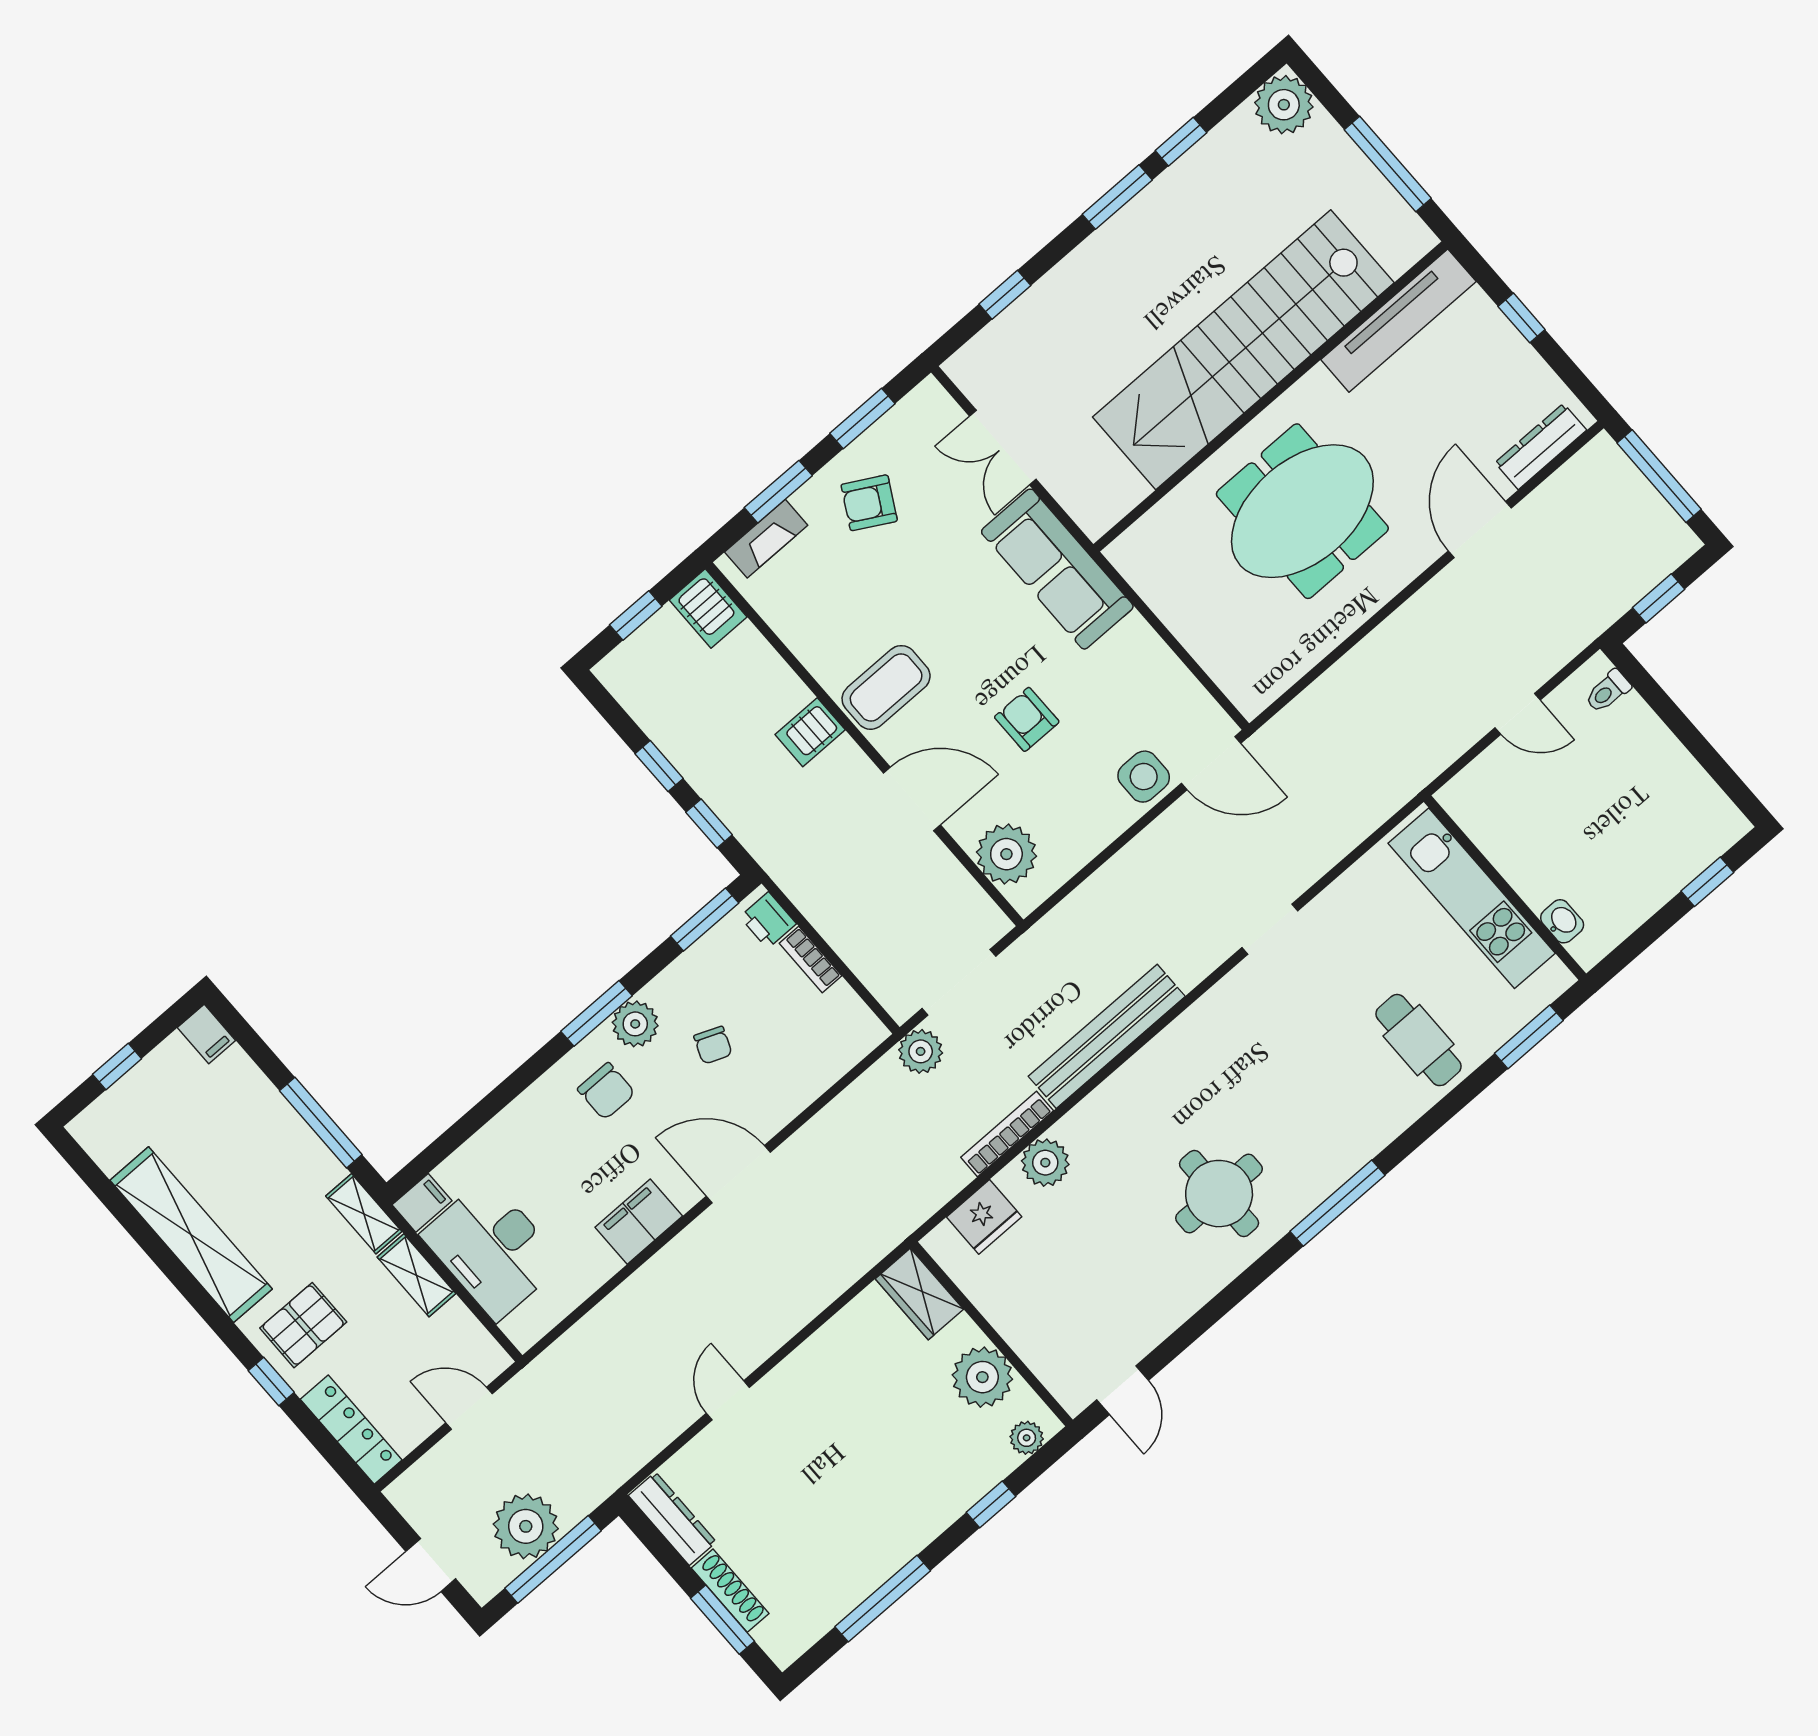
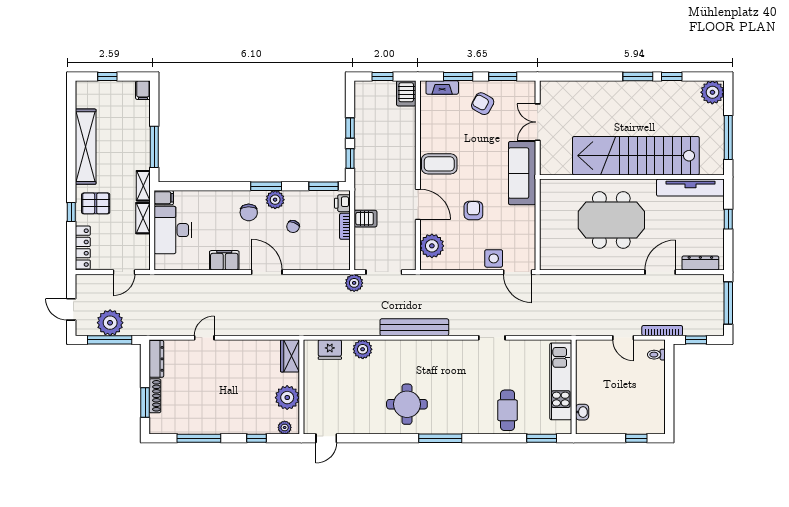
window: (1005, 295) -> (578, 76), removed
server rack: (810, 732) -> (365, 219), moved, turned 180
bookcase: (1007, 1134) -> (662, 331), moved
door: (469, 1408) -> (124, 272), swing flipped

